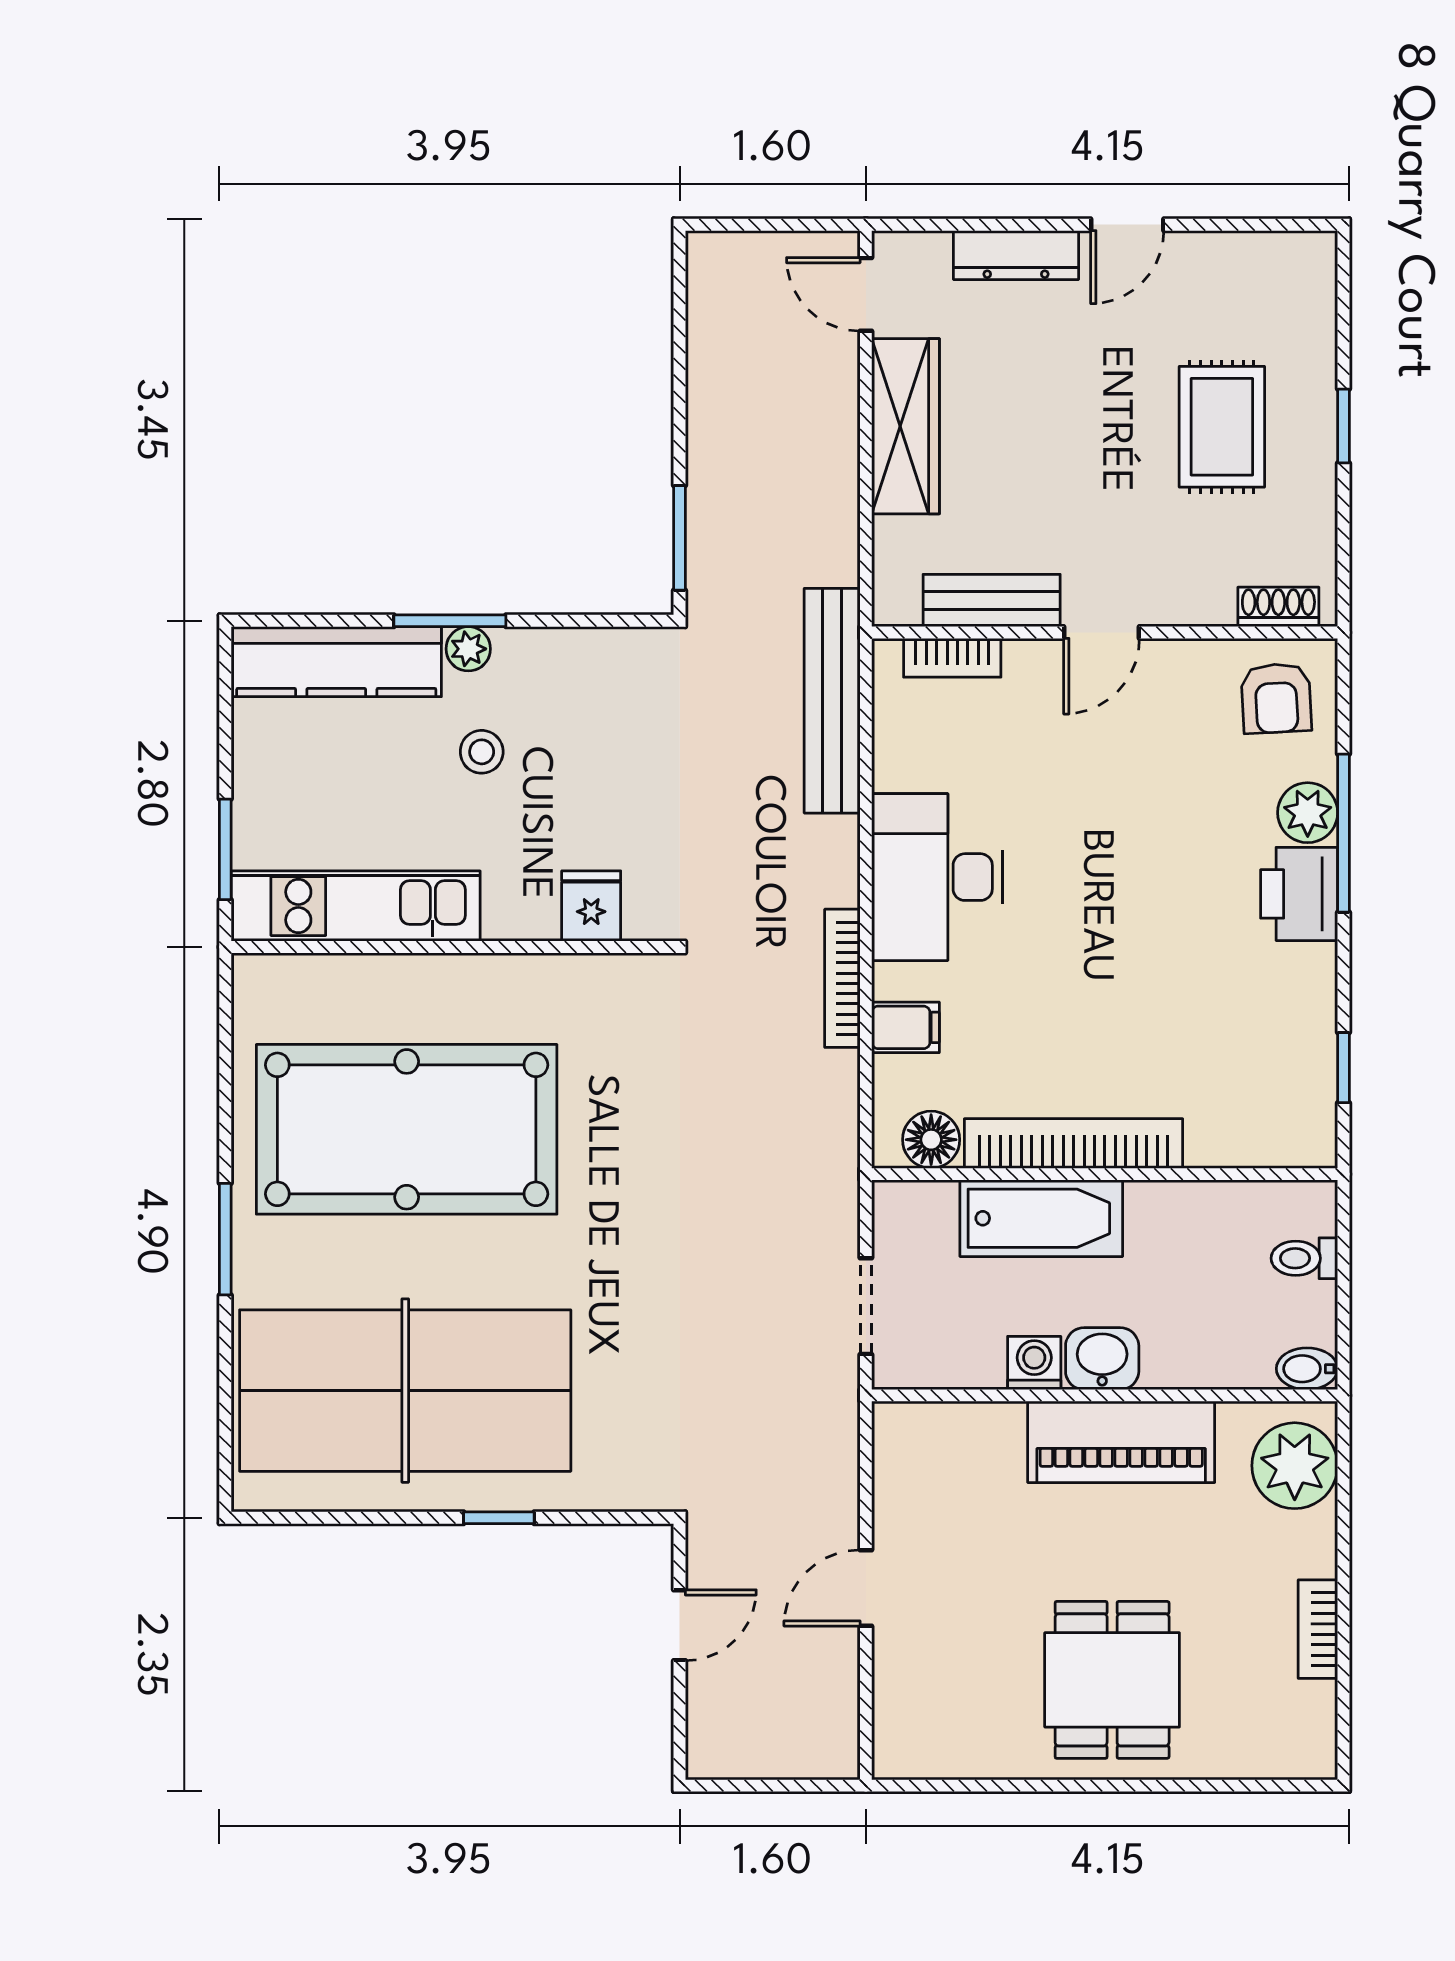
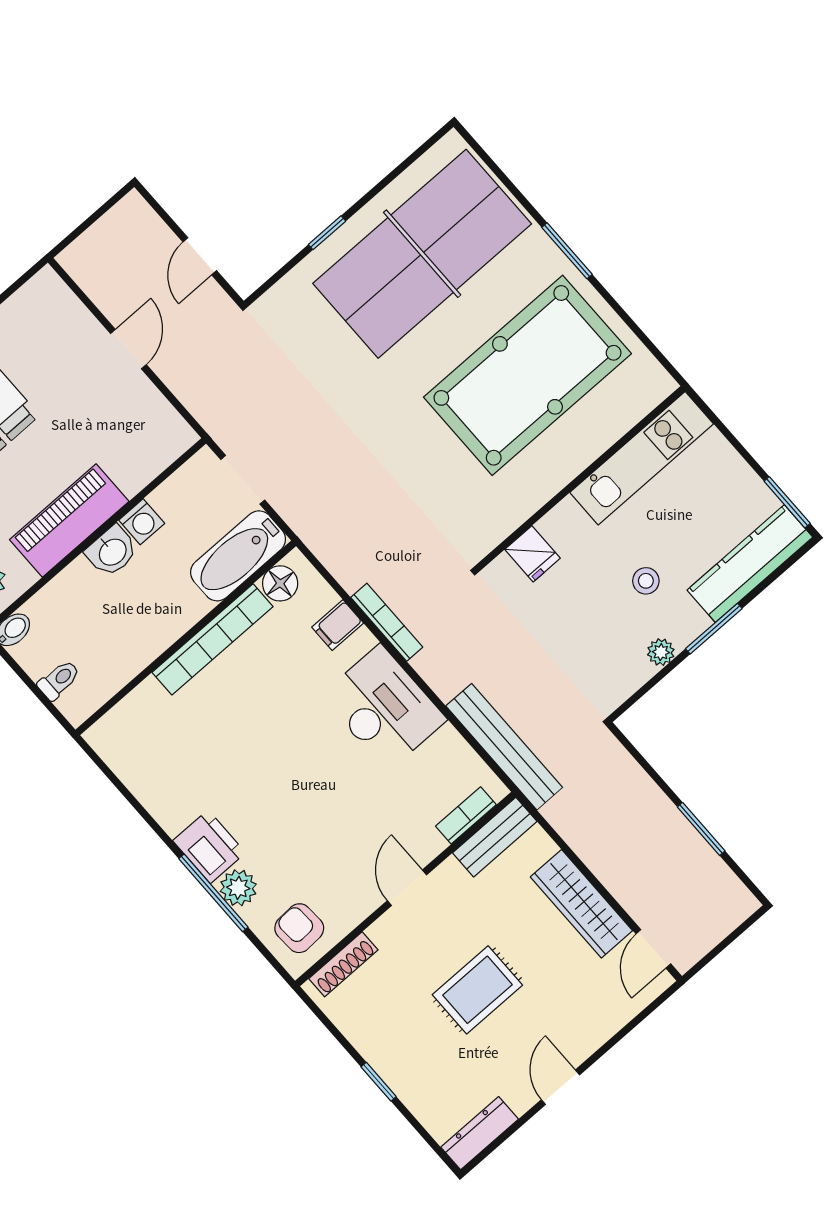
dresser: (1016, 255) -> (480, 1133), moved
door: (866, 294) -> (653, 949), swing flipped
rug: (1222, 427) -> (477, 990), moved, turned 90
window: (680, 538) -> (701, 829), moved
bench: (992, 600) -> (495, 837), moved
shoe rack: (1278, 607) -> (343, 964), width x1.43
plant: (468, 649) -> (661, 652), moved
window: (225, 849) -> (787, 502), moved
window: (1343, 1068) -> (118, 784), removed
bathtub: (1041, 1218) -> (238, 556), moved

